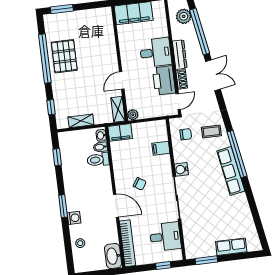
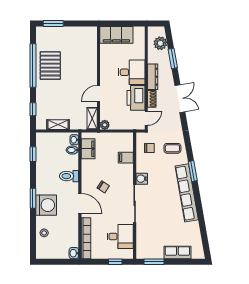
window: (200, 32) -> (173, 58), width x0.47
filing cabinet: (120, 132) -> (88, 149), moved, turned -90
window: (237, 154) -> (193, 171), width x0.47
toilet: (98, 160) -> (69, 176), moved
row of seats: (231, 171) -> (187, 193), width x1.36
washing machine: (74, 218) -> (46, 205), width x1.89, depth x1.89
washbasin: (113, 256) -> (74, 253), width x0.52, depth x0.69

